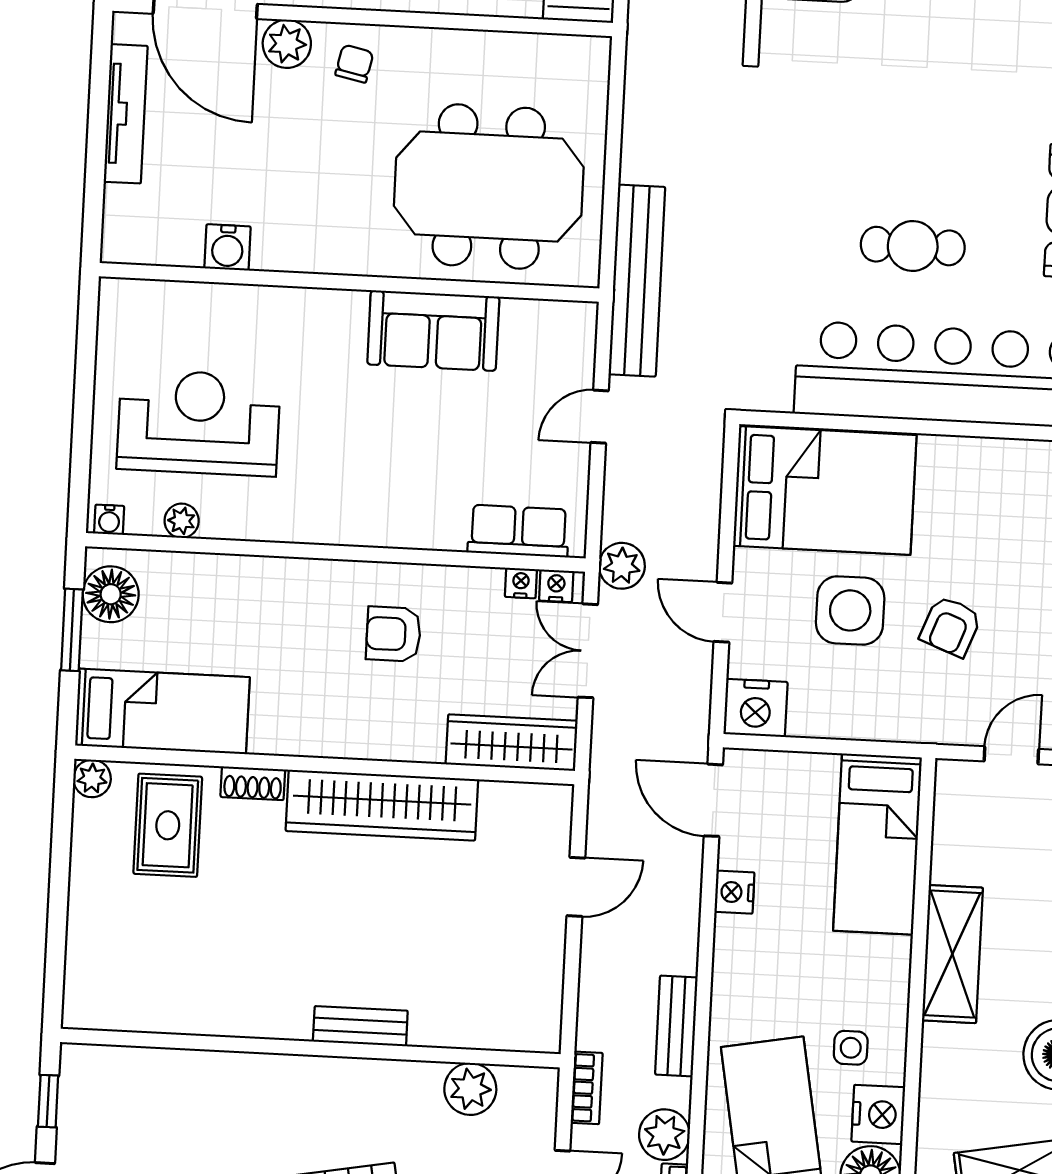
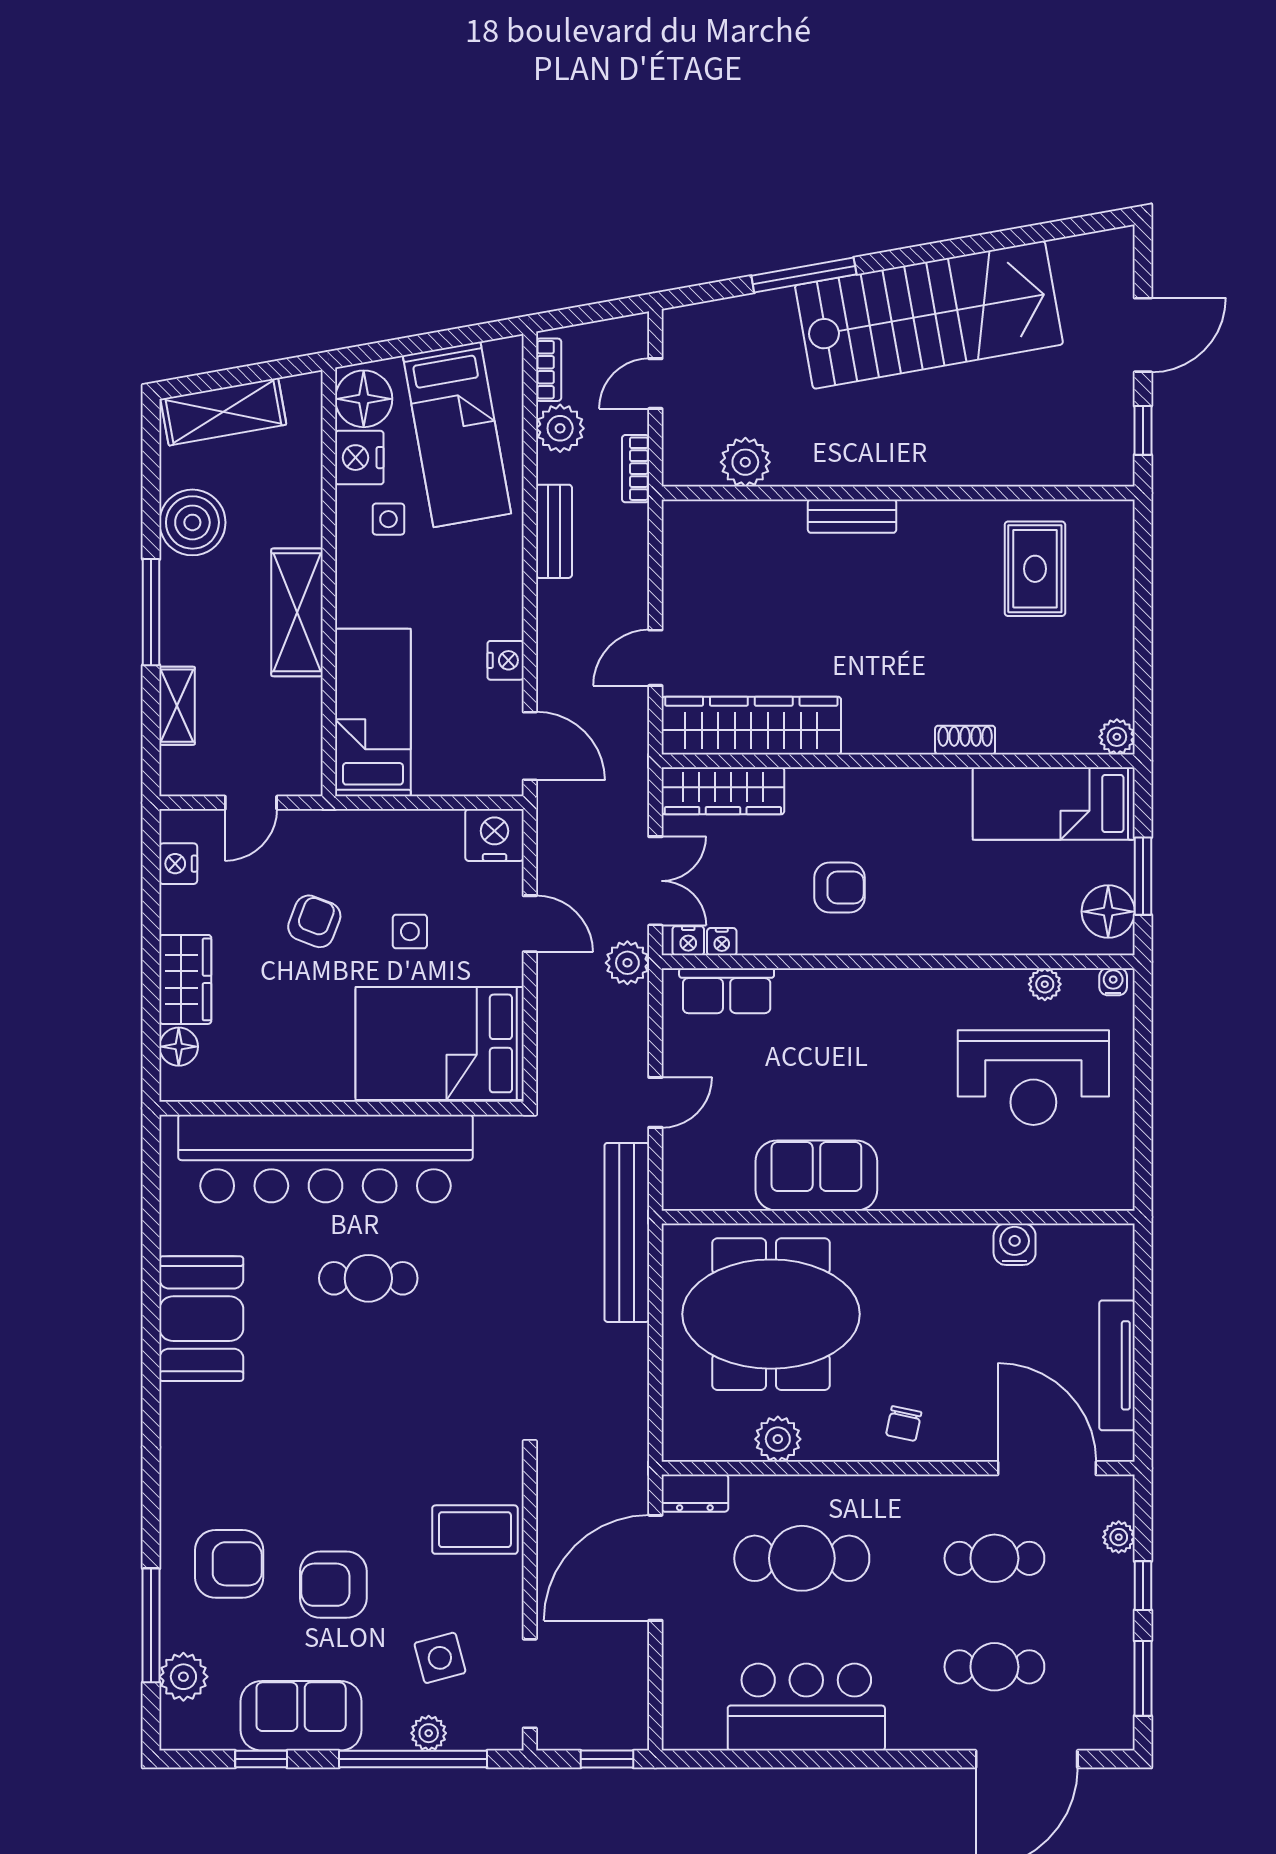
plant: (287, 44) -> (778, 1439), moved
side table: (850, 610) -> (410, 932), width x0.54, depth x0.54
wardrobe: (382, 805) -> (751, 726), moved
rug: (168, 825) -> (1035, 569), moved

